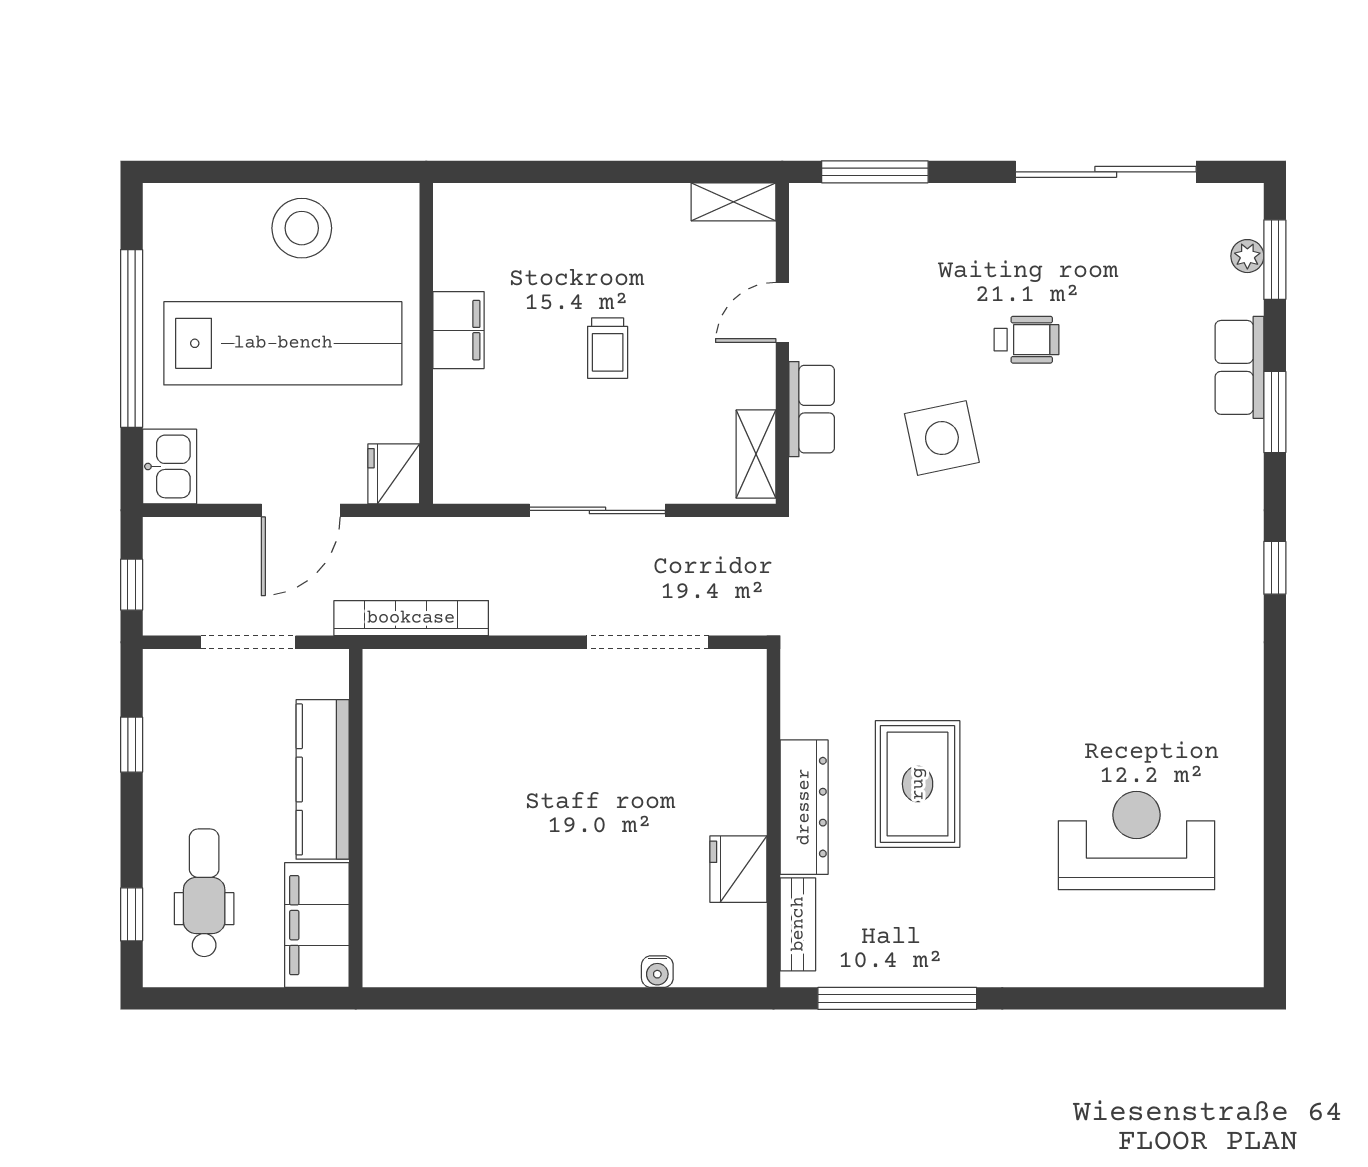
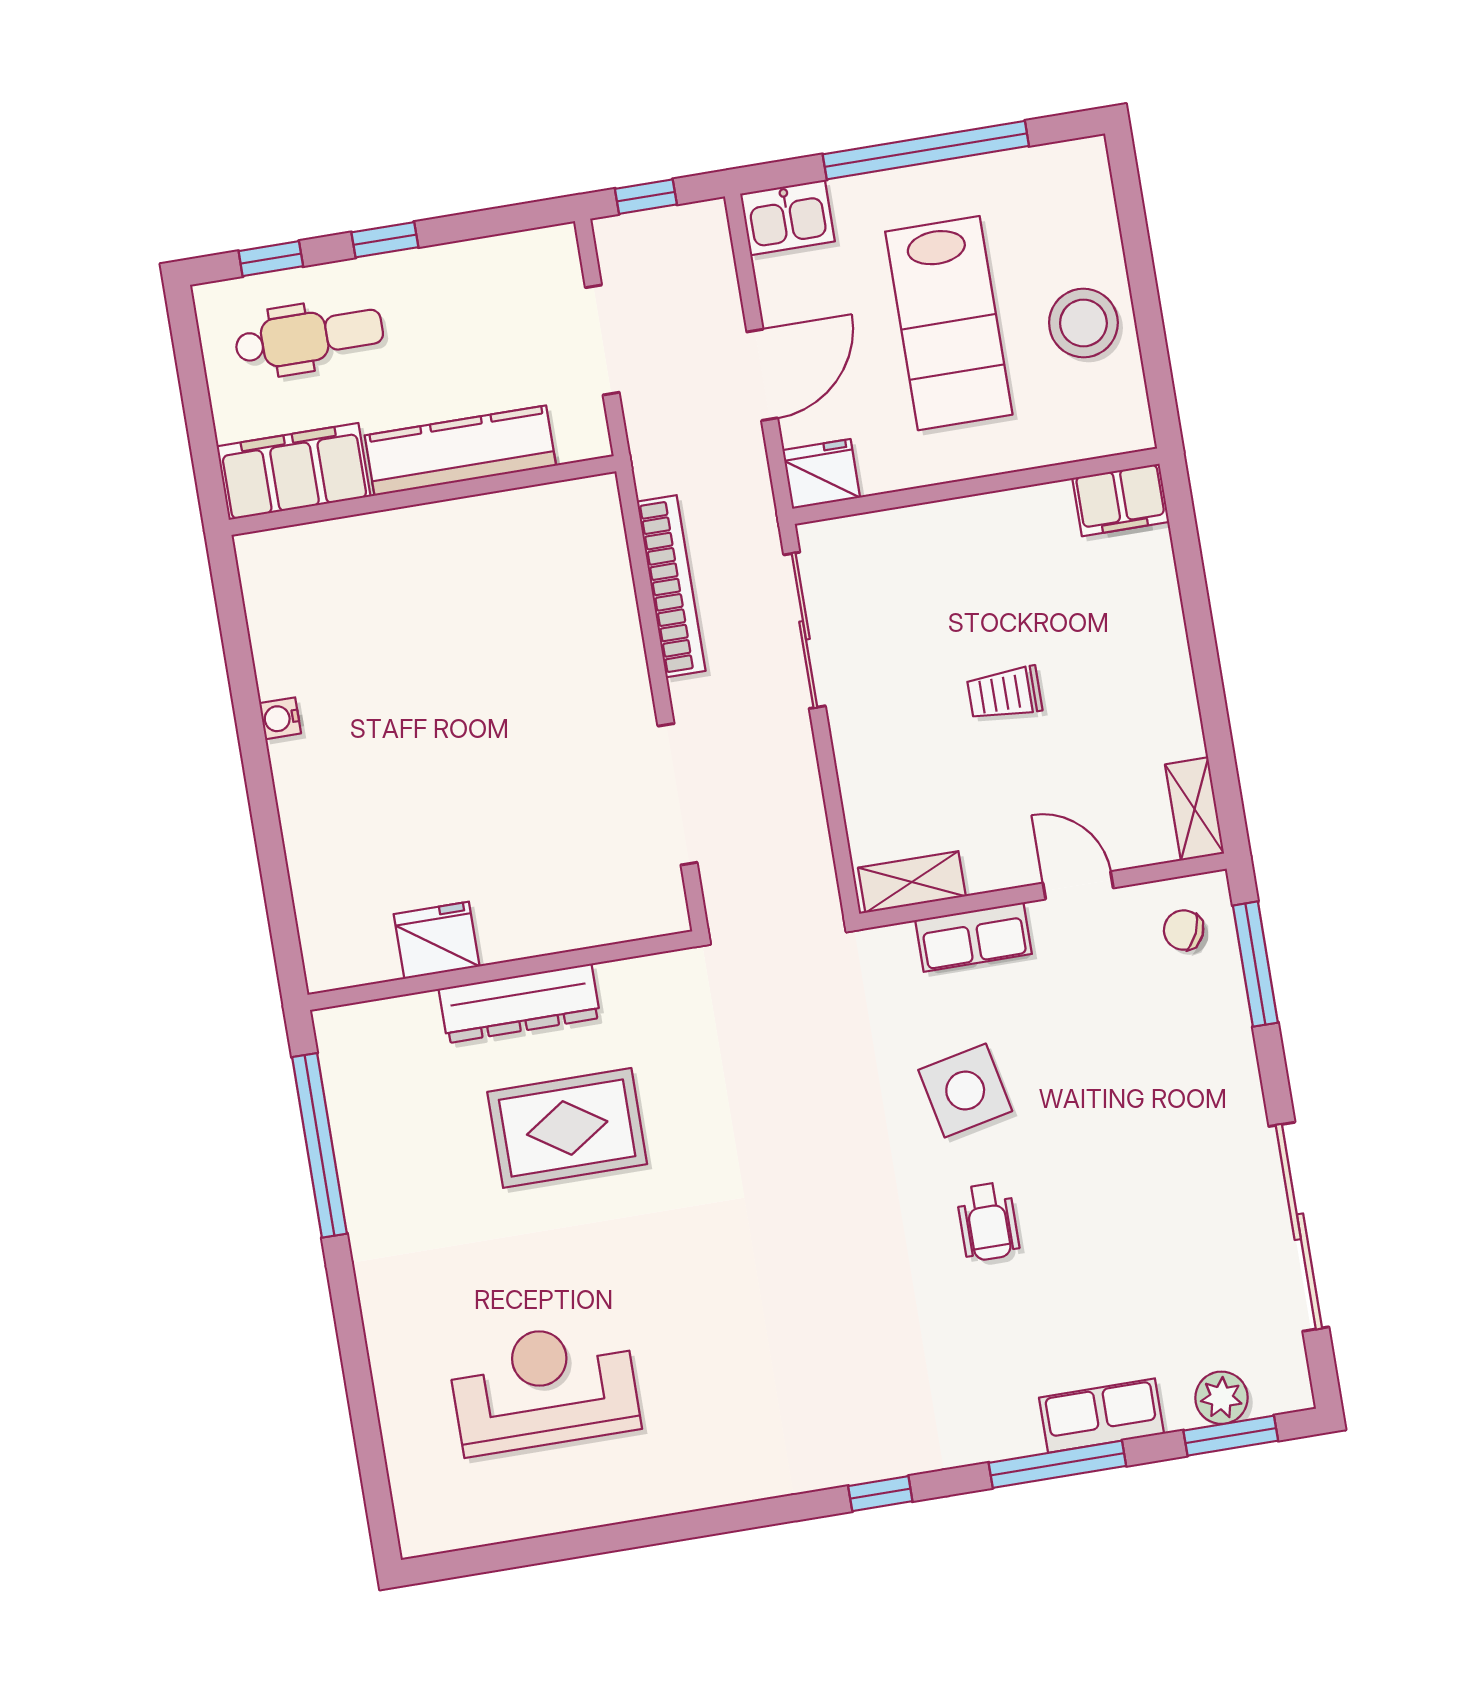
chair: (836, 228) -> (1184, 930), added
plant: (1247, 256) -> (1221, 1398), width x1.38, depth x1.38
filing cabinet: (458, 330) -> (1121, 500), moved
wheelchair: (1027, 340) -> (988, 1222), moved
lab bench: (283, 343) -> (949, 323), width x0.73
window: (1275, 412) -> (1057, 1464), width x1.44
door: (301, 510) -> (762, 375), swing flipped
sliding door: (597, 510) -> (805, 630), moved
bookcase: (411, 618) -> (671, 586), moved
window: (132, 745) -> (385, 240), moved
reception desk: (1136, 841) -> (544, 1388), turned -90
bench: (798, 924) -> (385, 1018), removed
water cooler: (657, 972) -> (280, 718), moved

